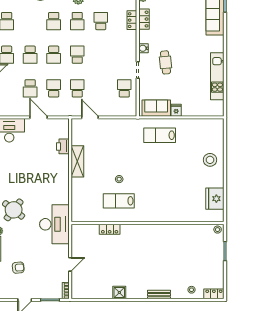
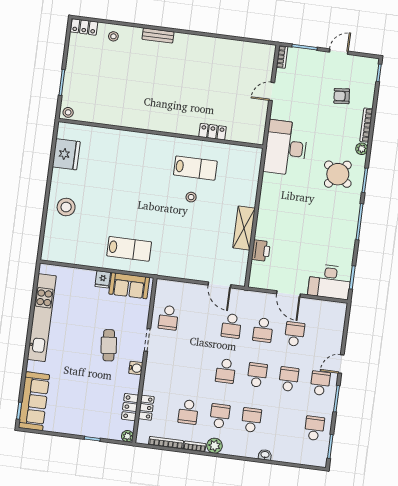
kitchen unit: (217, 76) -> (42, 318), width x1.36
shower: (119, 292) -> (211, 45), removed

